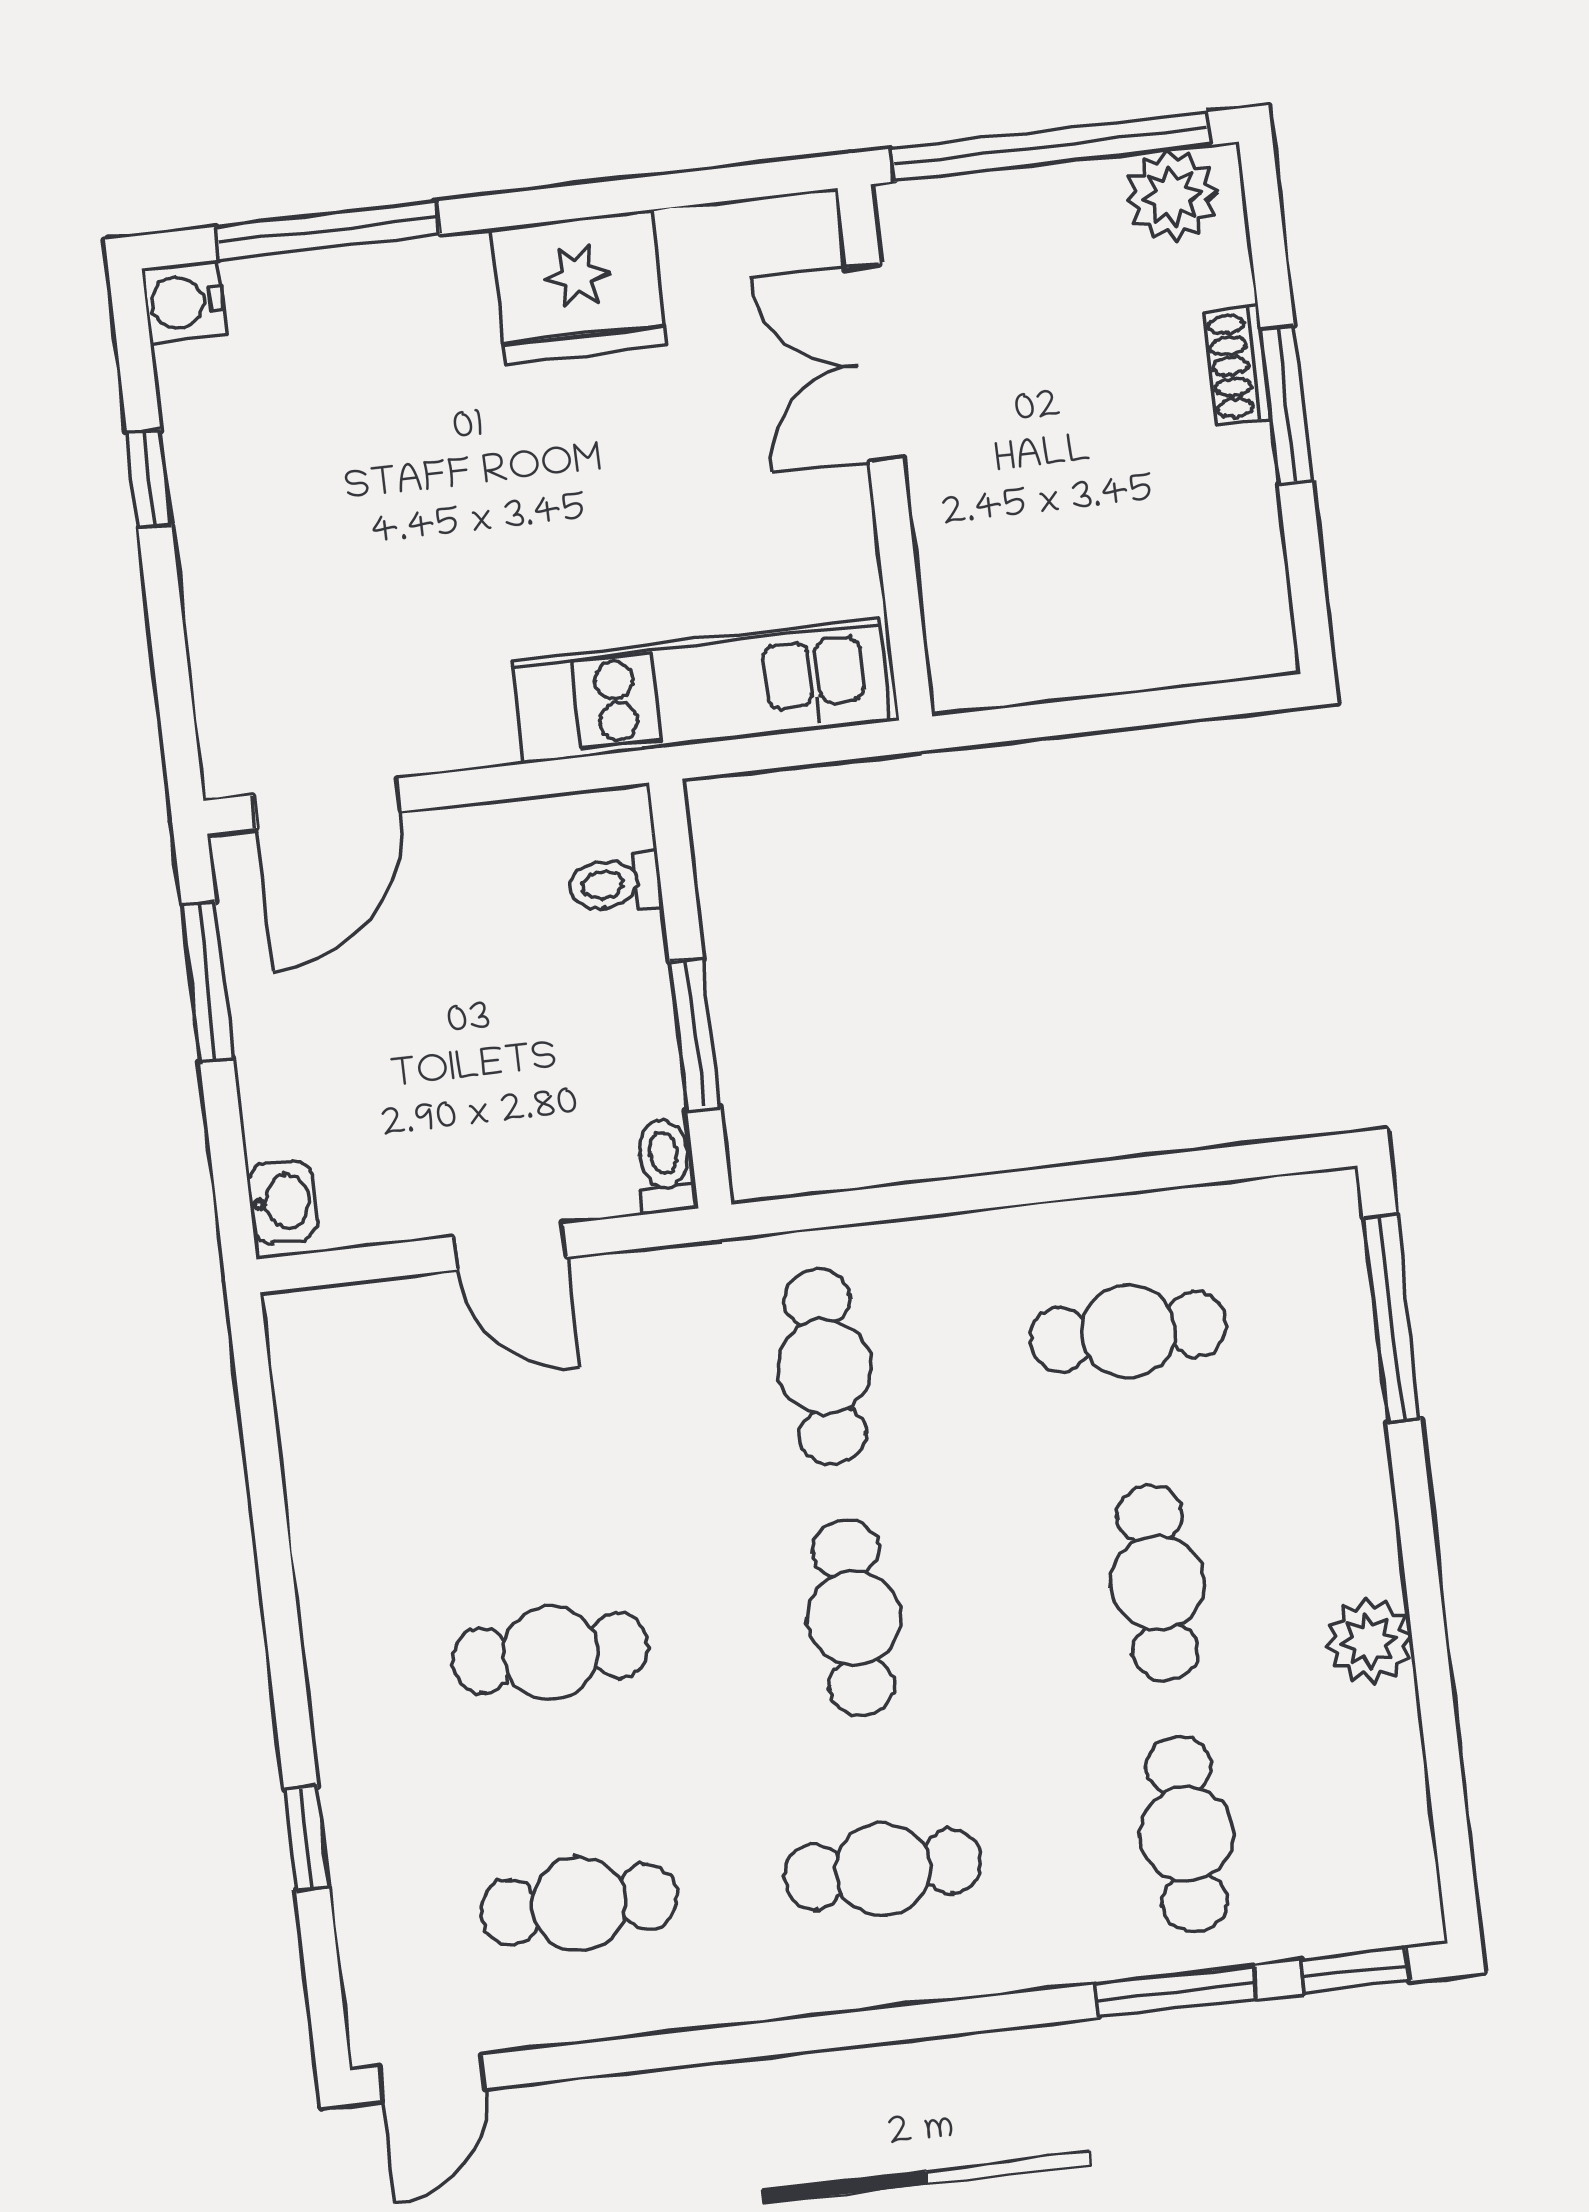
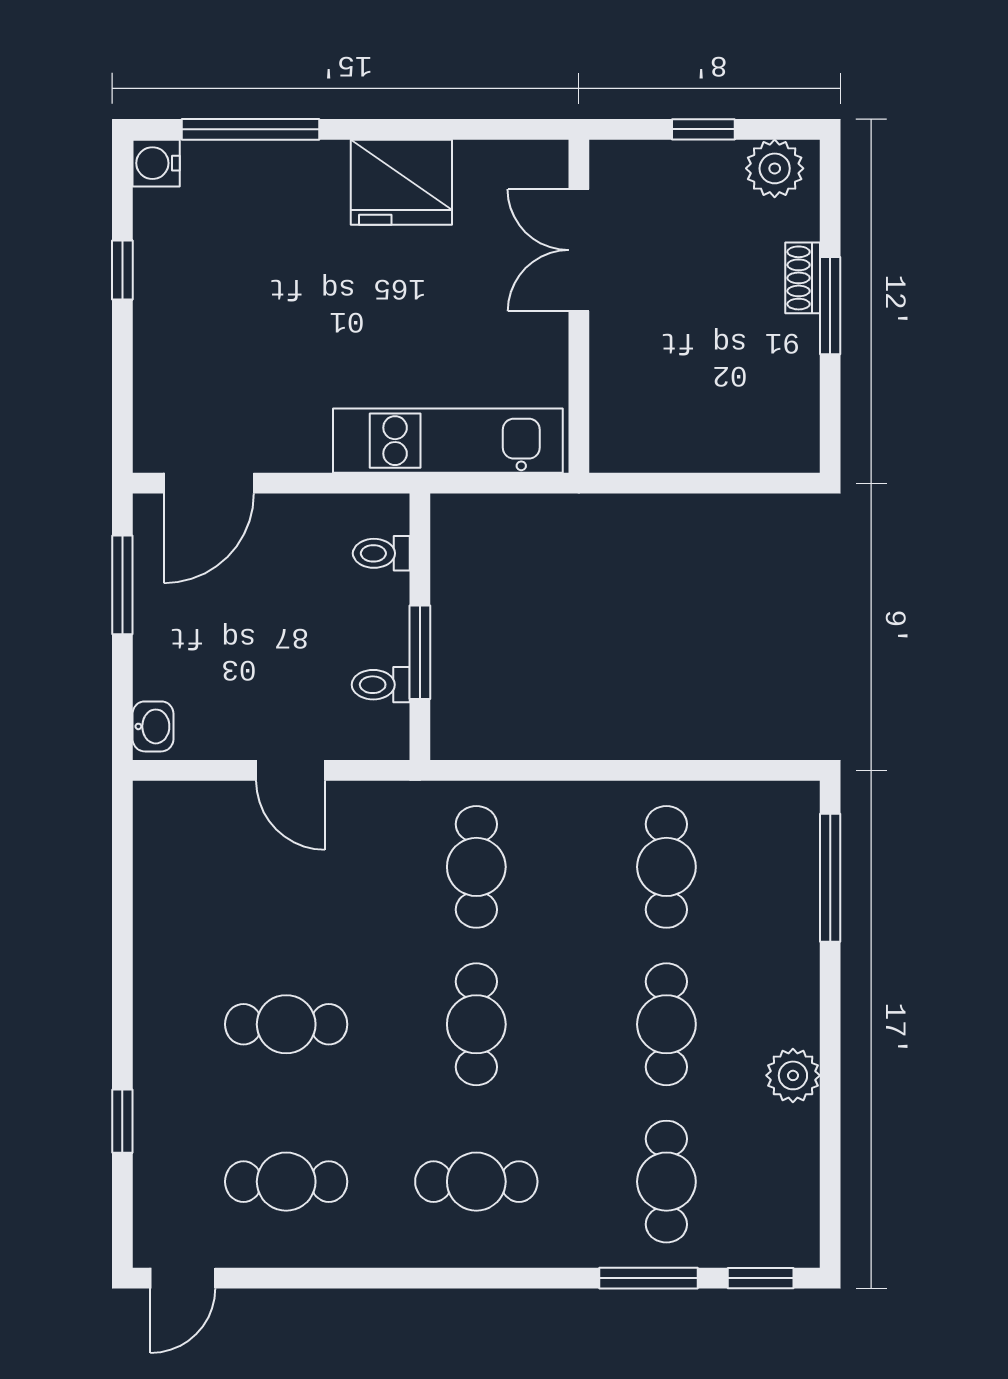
window: (1051, 147) -> (703, 129), width x0.32
toilet: (665, 1166) -> (381, 685), moved, turned -90
cafe table: (1128, 1332) -> (666, 867), turned 90

